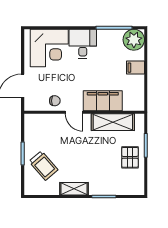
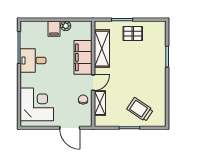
plant: (134, 40) -> (66, 26), moved, width x0.53, depth x0.53
desk: (83, 44) -> (33, 60), moved
trolley: (43, 166) -> (140, 109), turned -105
shelving: (74, 189) -> (100, 103), moved

